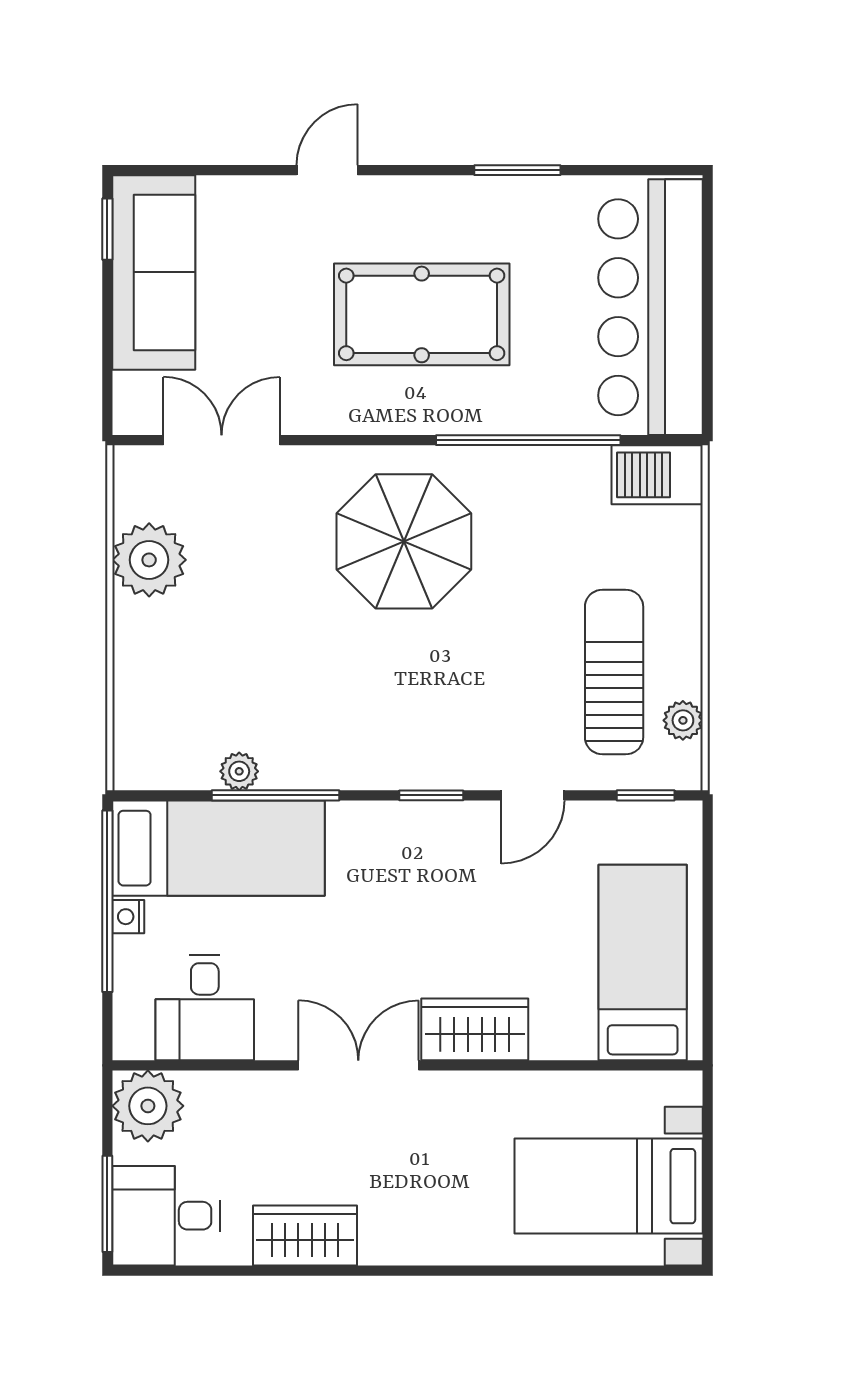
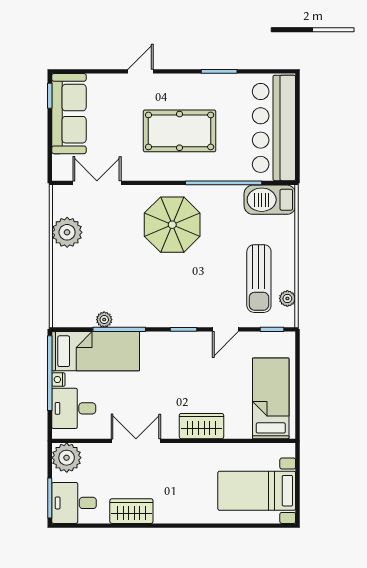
barbecue: (657, 475) -> (270, 200), width x1.37, depth x1.21
sun lounger: (614, 672) -> (259, 279), turned 180
desk: (205, 1007) -> (74, 408), moved, turned 90
double door: (358, 1065) -> (136, 441), moved

